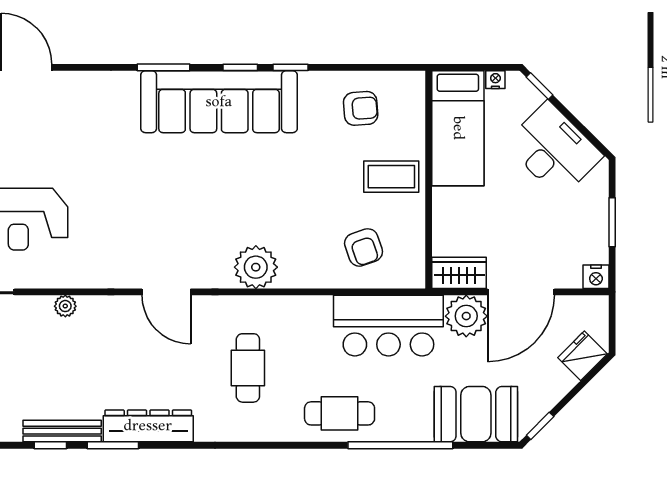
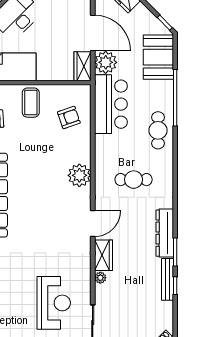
wardrobe: (107, 312) -> (103, 255), added

